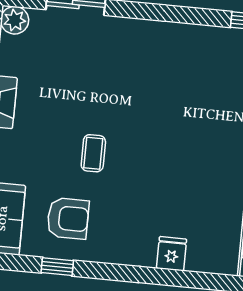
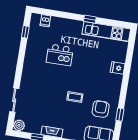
kitchen island: (194, 109) -> (60, 55), added

